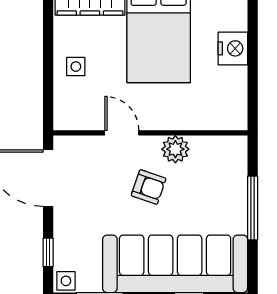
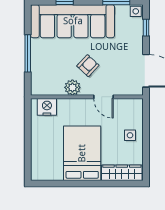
nightstand: (233, 48) -> (47, 107), moved, turned 90
armchair: (149, 187) -> (88, 66), turned 114

